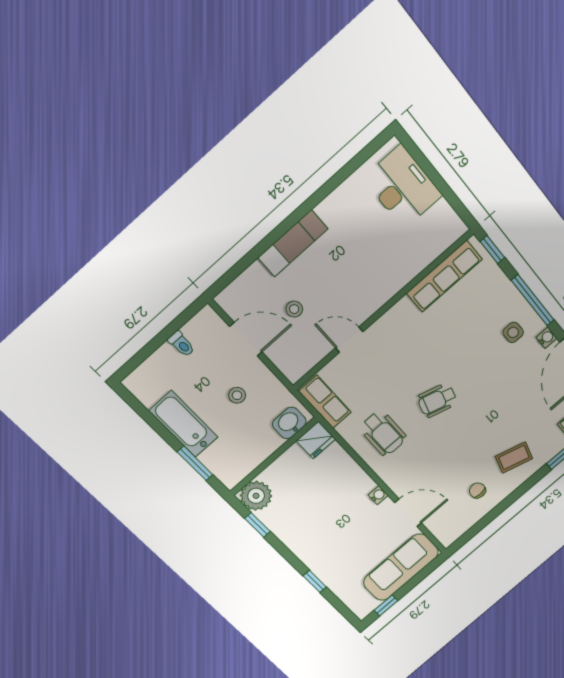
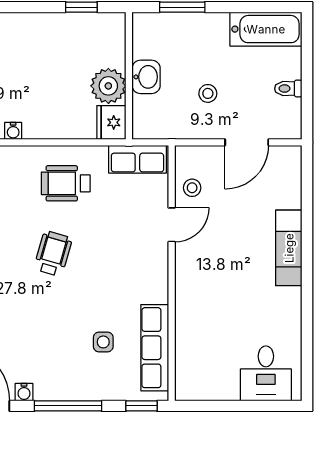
desk: (403, 187) -> (266, 373), width x0.73
stool: (294, 309) -> (192, 188), moved
side table: (513, 332) -> (103, 342), moved
washbasin: (289, 423) -> (146, 77), moved
bathtub: (184, 424) -> (266, 29), moved
plant: (256, 496) -> (108, 86), moved

